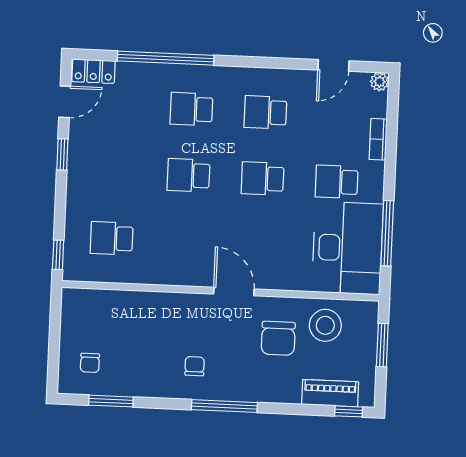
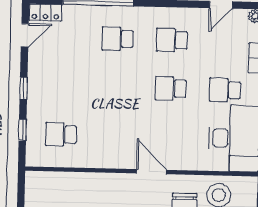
window: (62, 154) -> (24, 88), moved
school desk: (189, 175) -> (117, 87), removed
window: (58, 255) -> (23, 130), moved

